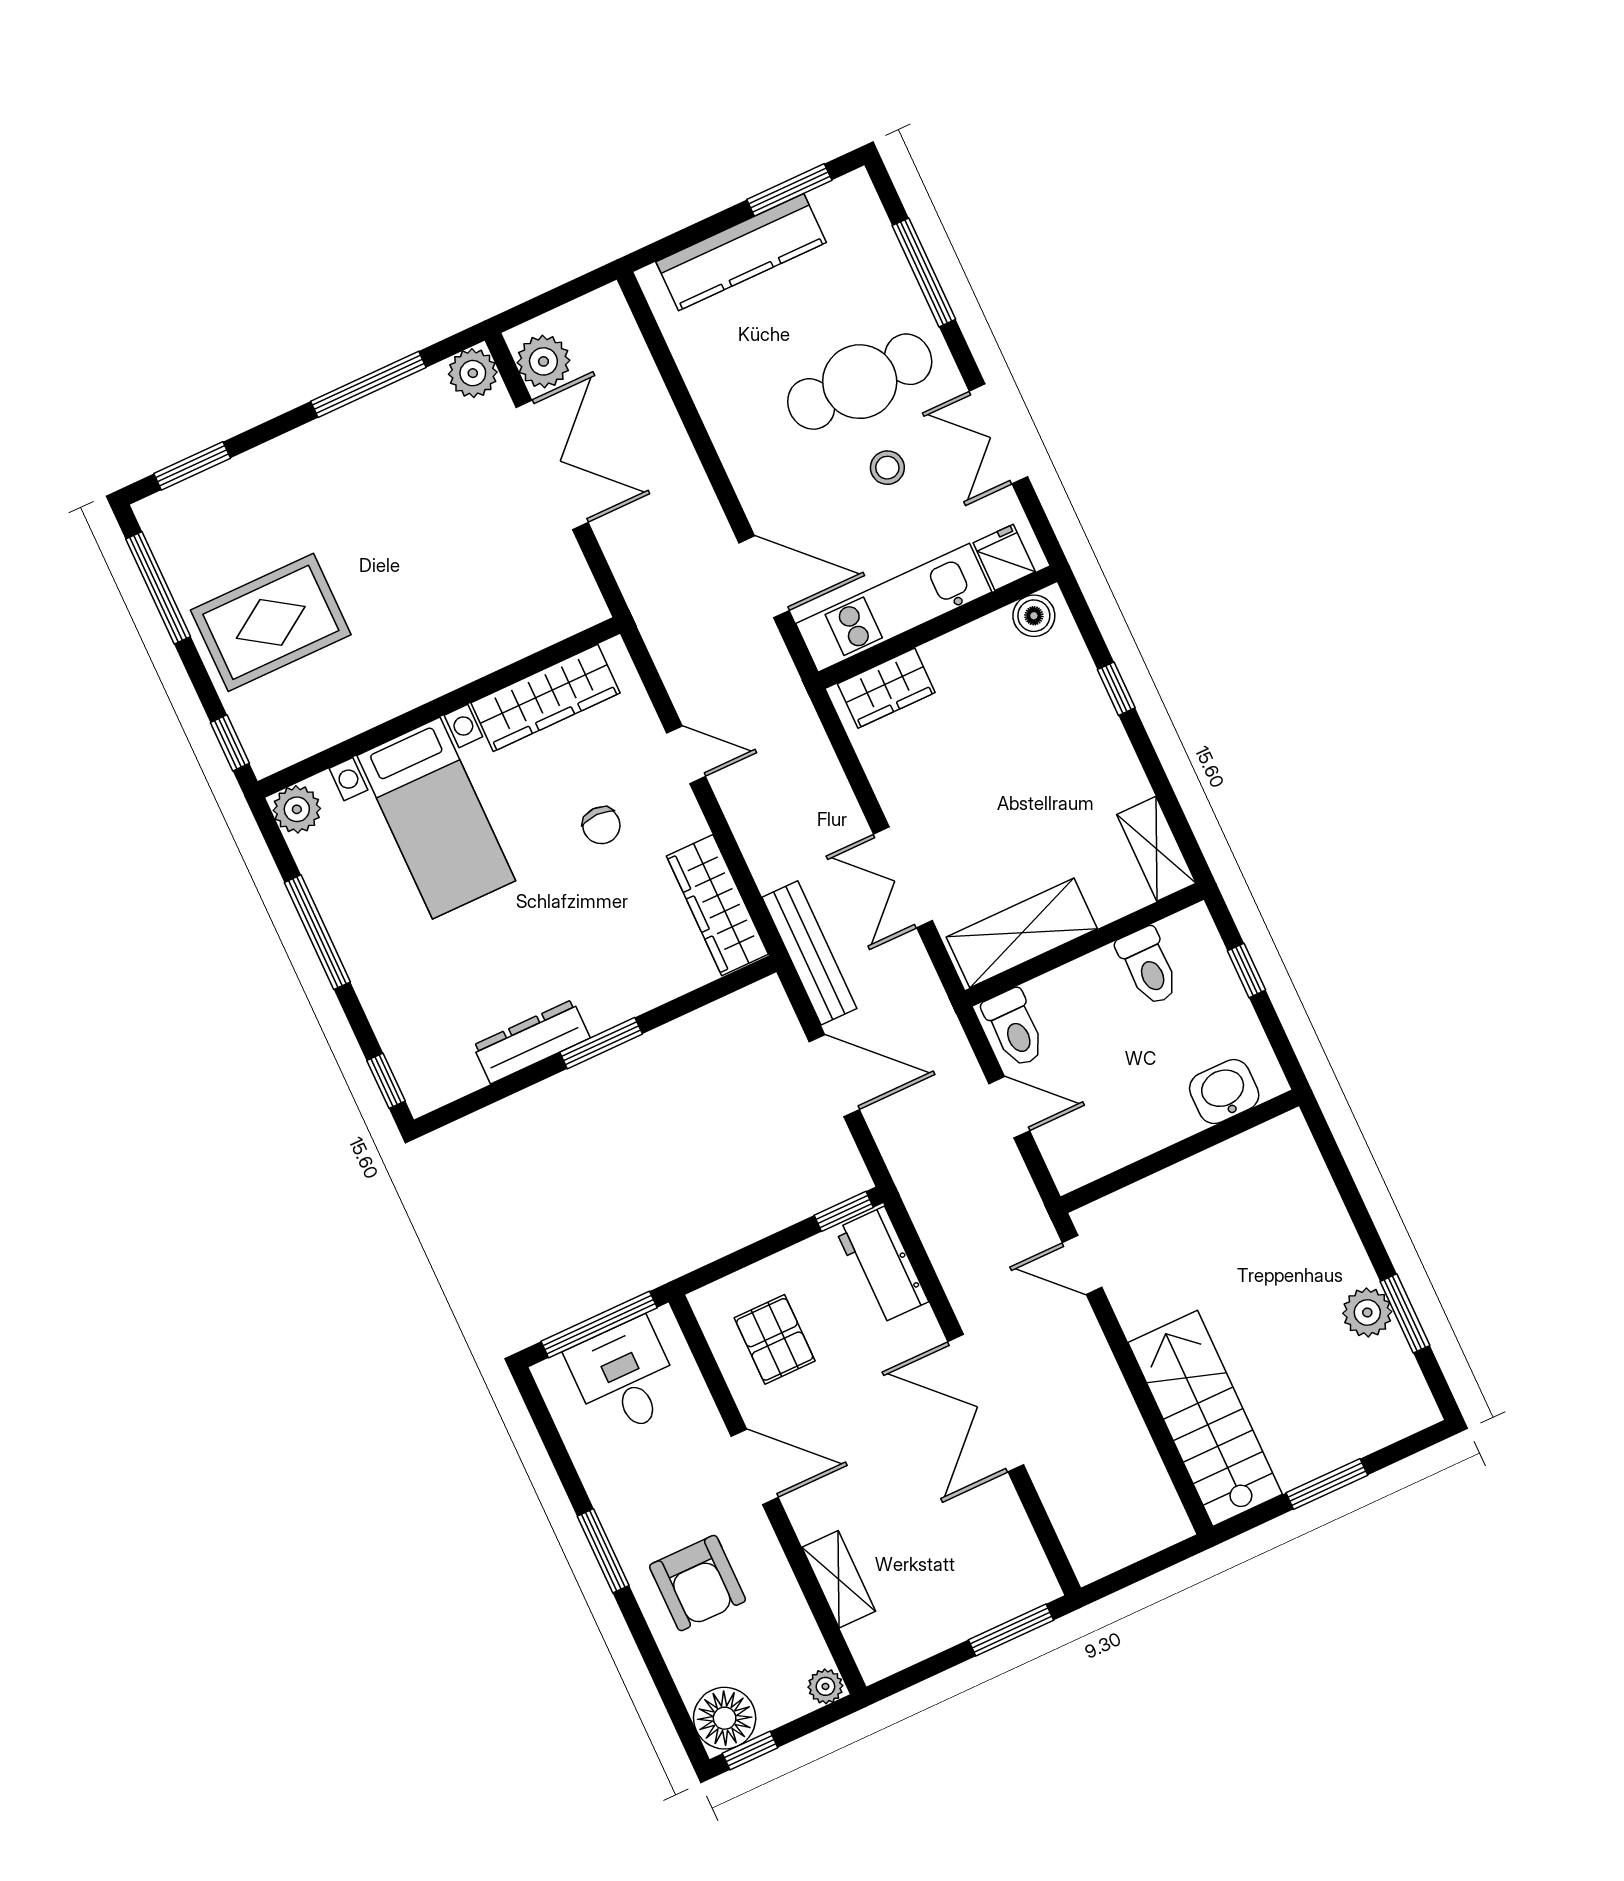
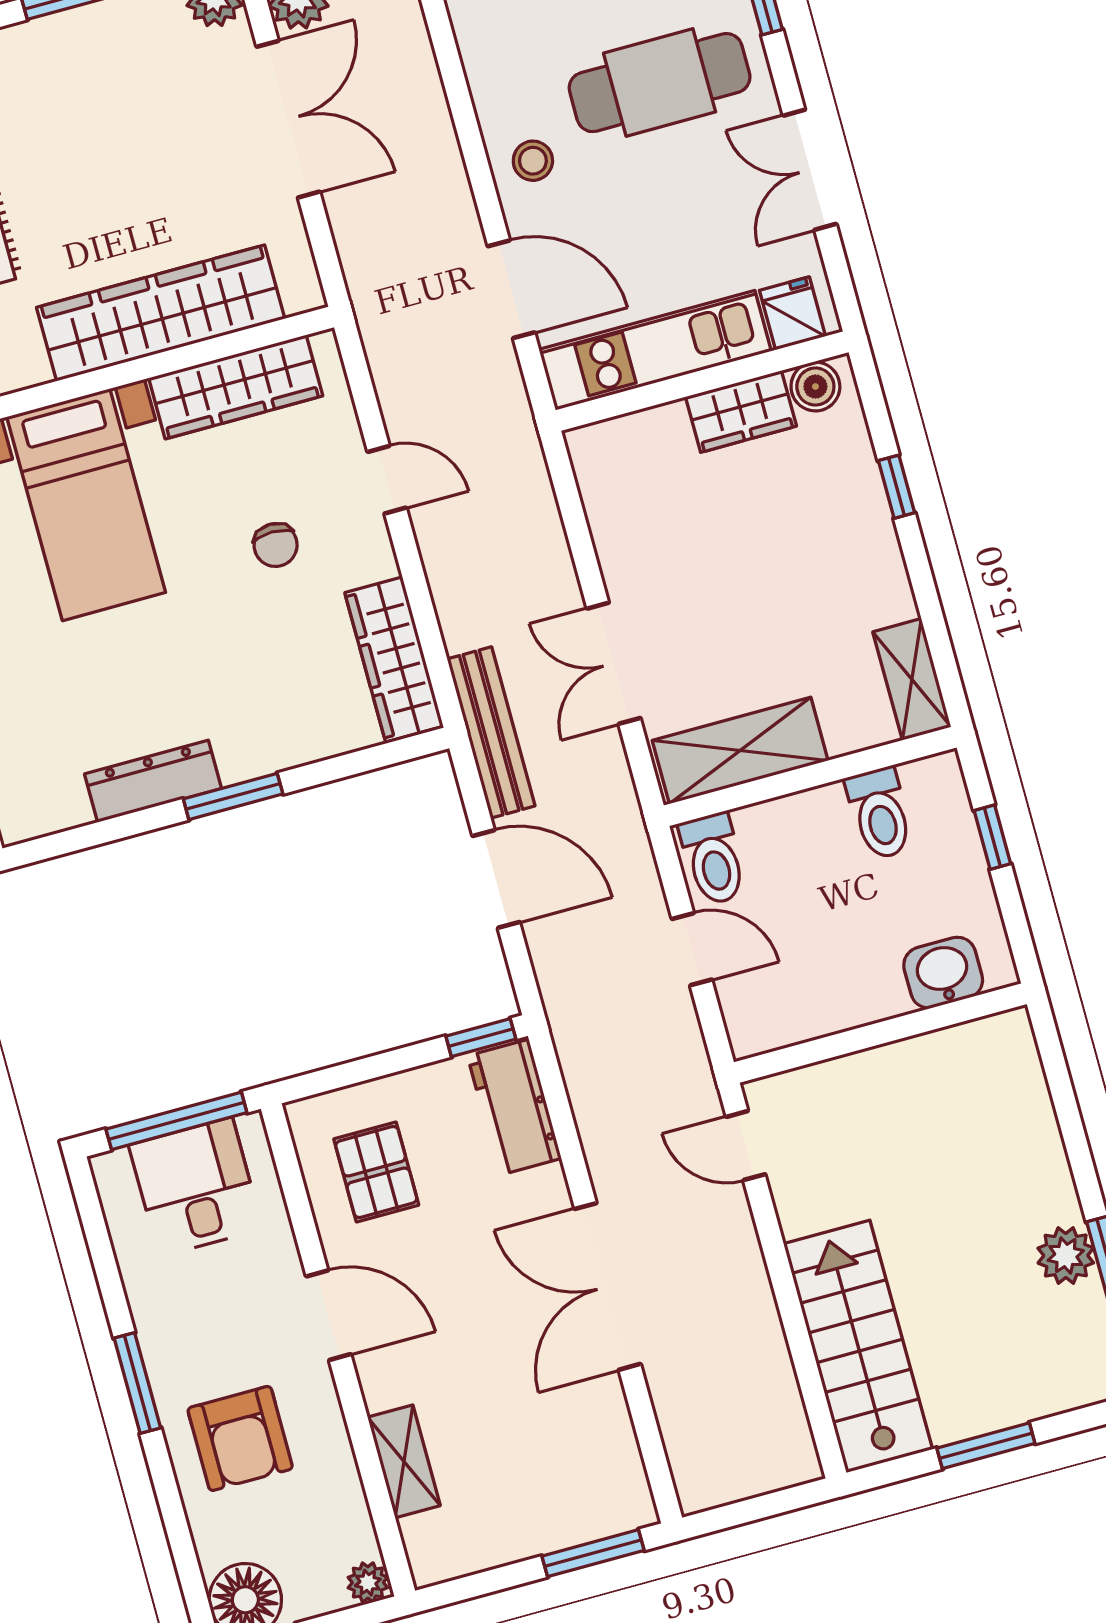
stool: (887, 468) -> (533, 161), moved
wardrobe: (472, 646) -> (161, 313), added
wardrobe: (886, 688) -> (741, 411), moved

